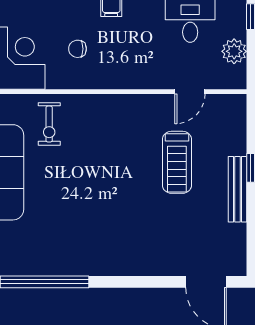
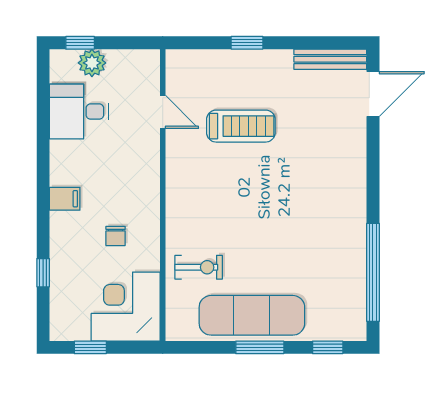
plant: (234, 51) -> (92, 63), moved
bench: (238, 189) -> (330, 59), moved

